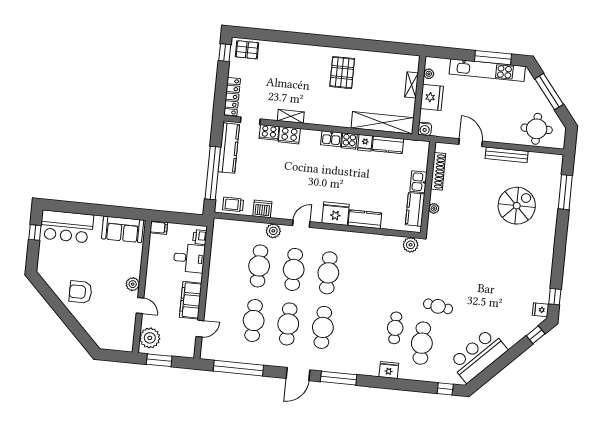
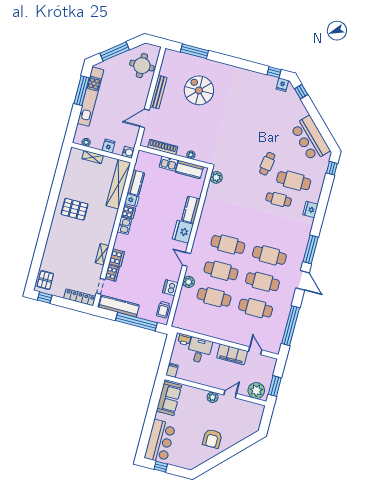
fridge: (432, 97) -> (109, 146), width x0.53, depth x0.75

